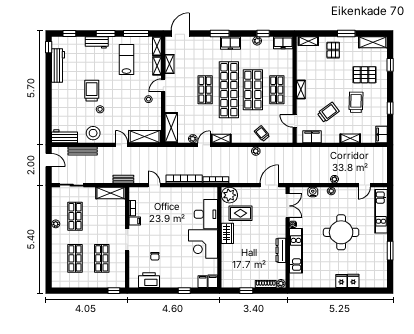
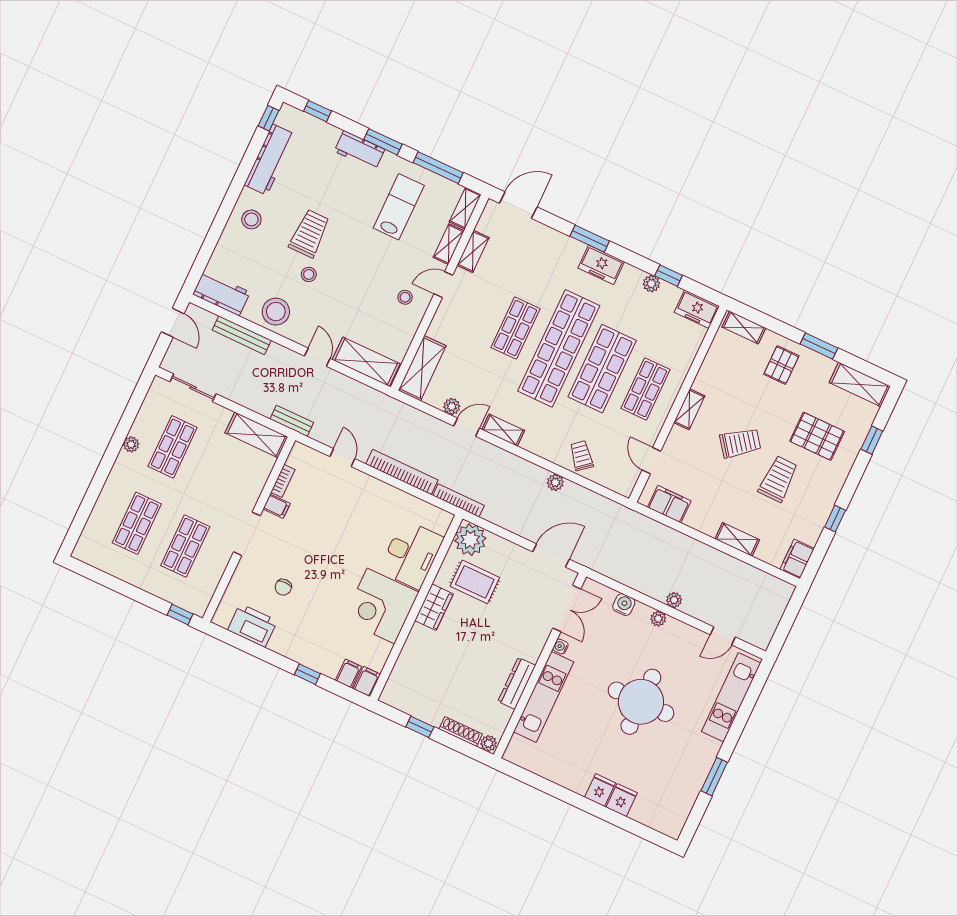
stool: (62, 97) -> (251, 219), added
trolley: (328, 112) -> (740, 443), moved

